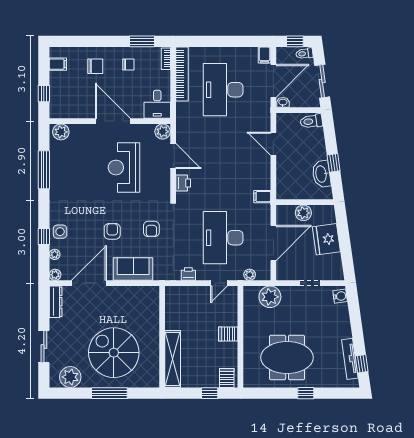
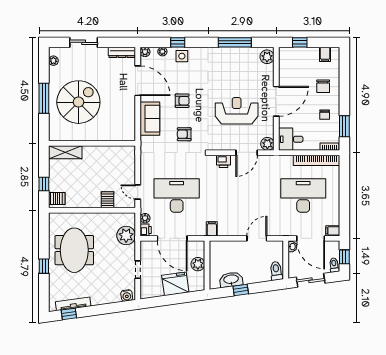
printer: (188, 274) -> (146, 230), moved
server rack: (228, 334) -> (107, 200), moved
shelving: (173, 359) -> (65, 152), width x0.68
plant: (70, 377) -> (53, 61), width x0.53, depth x0.53

